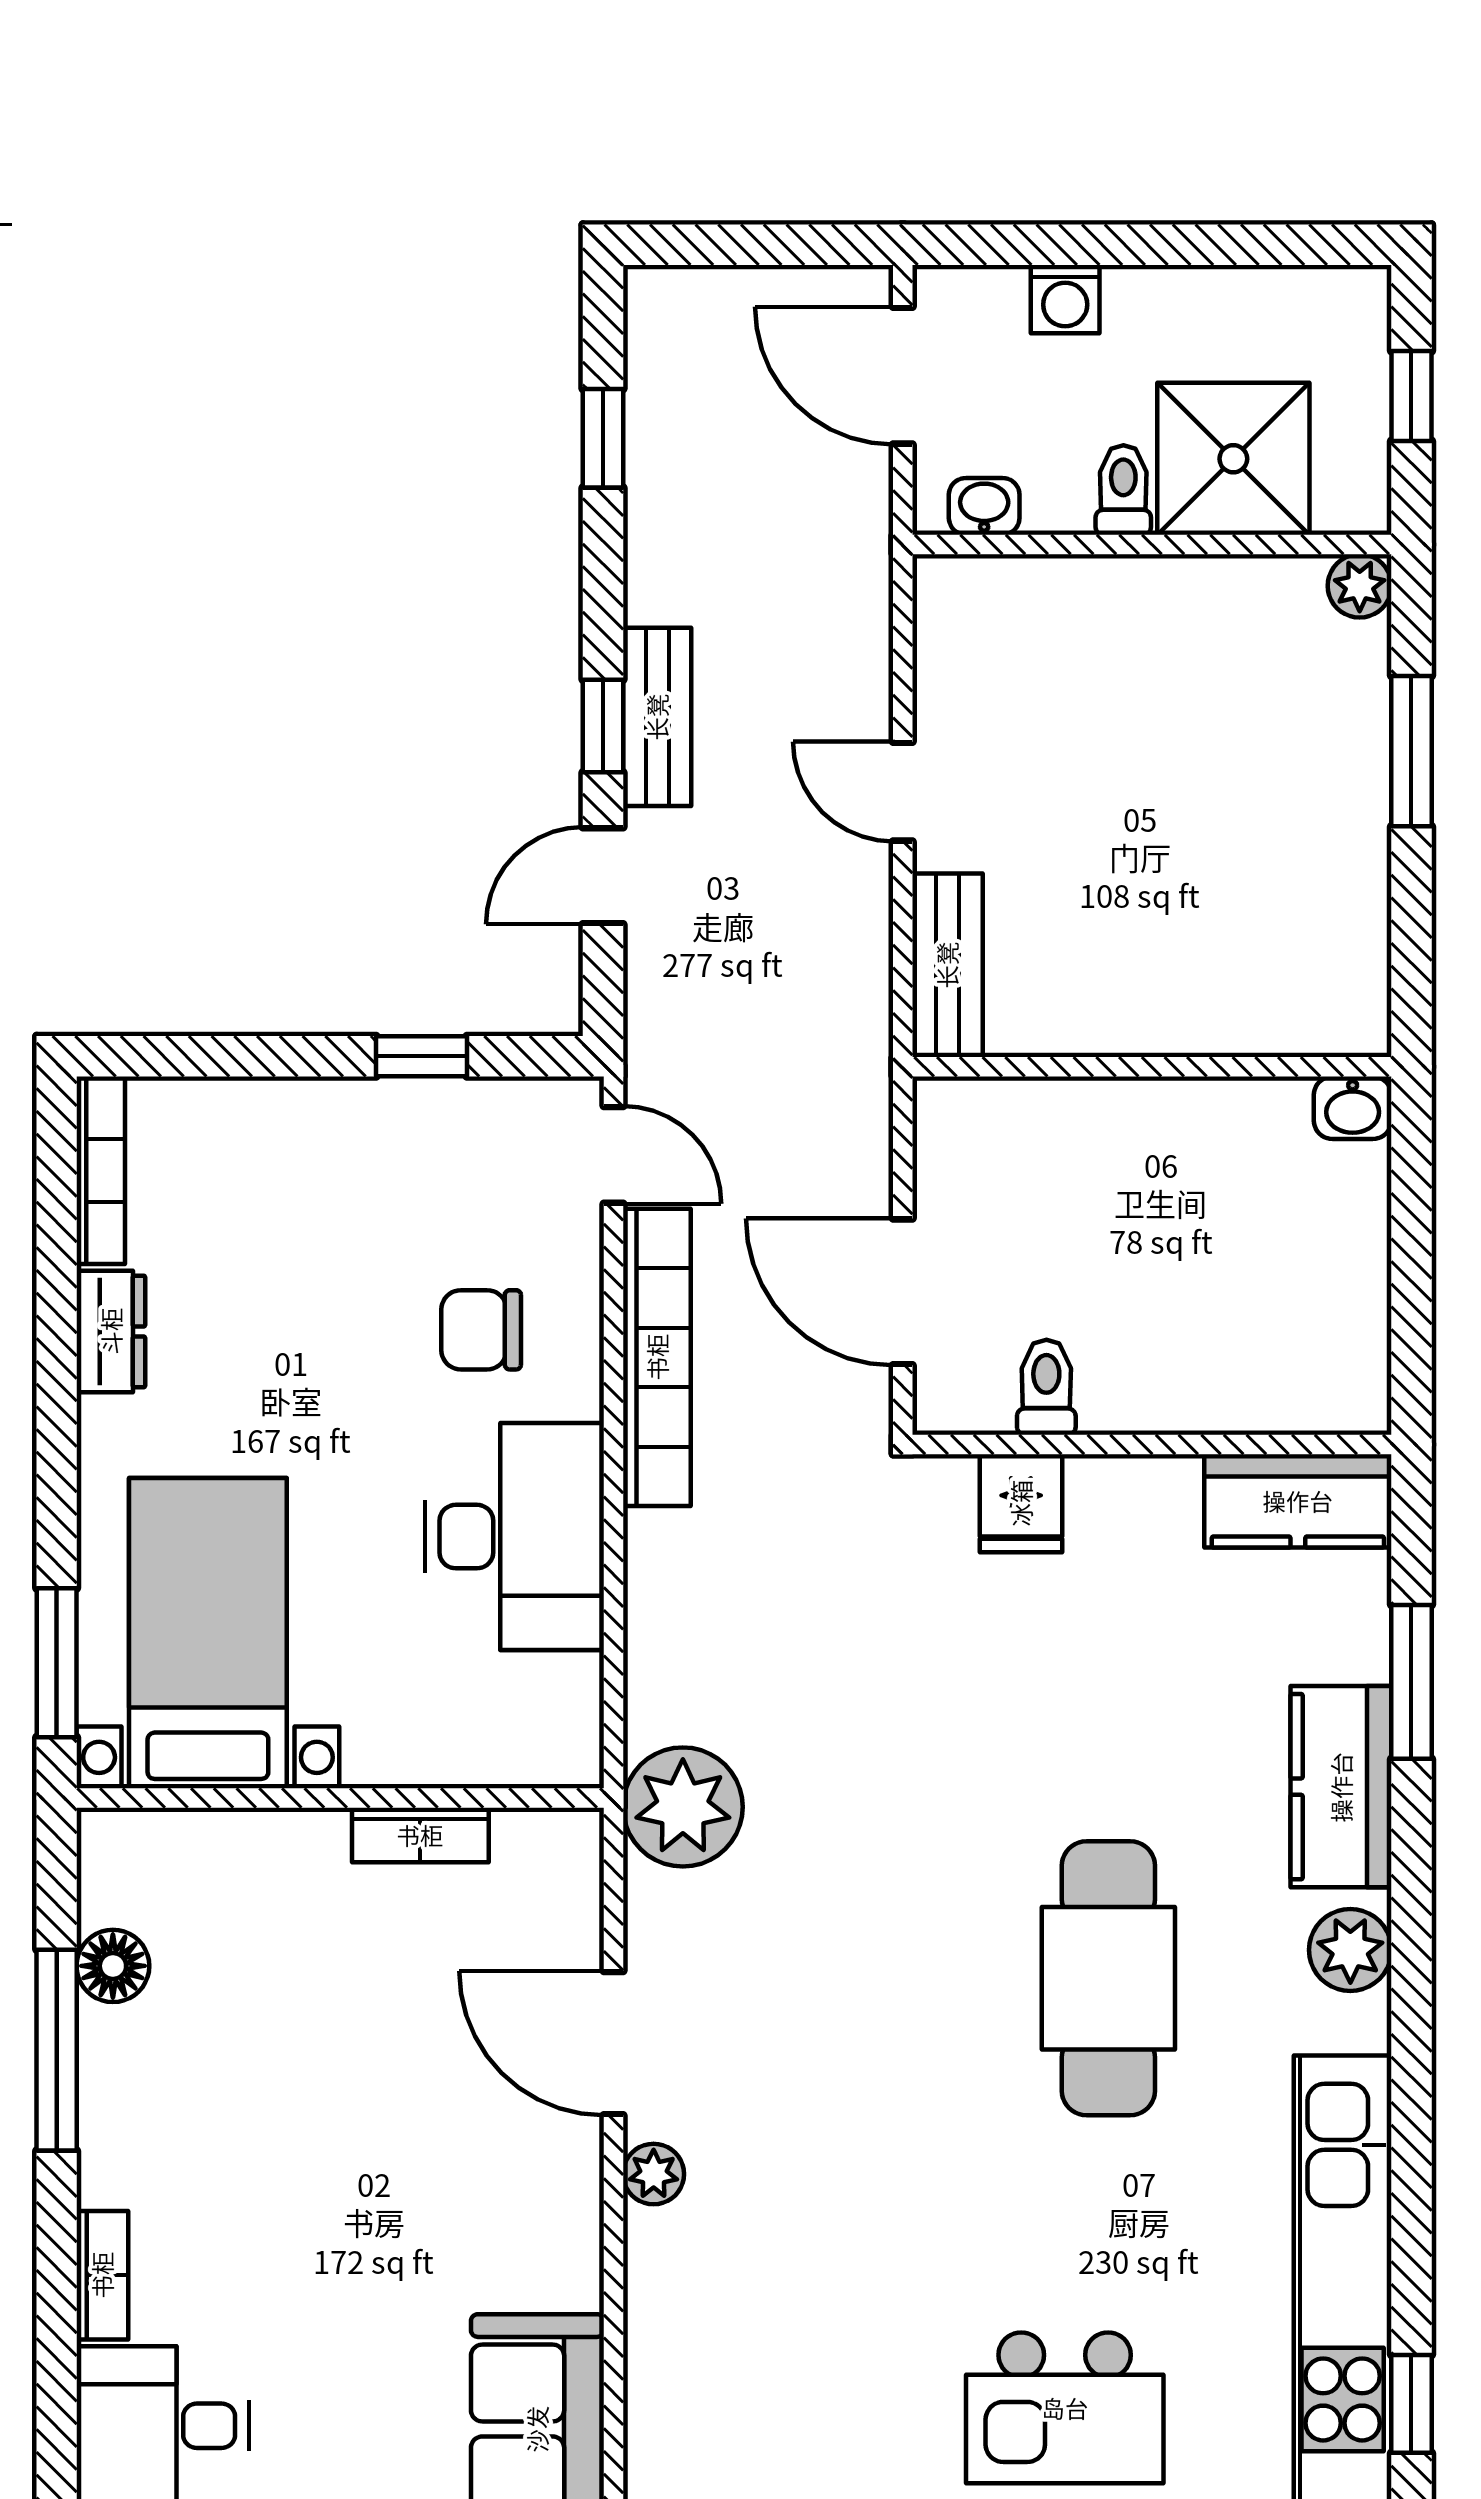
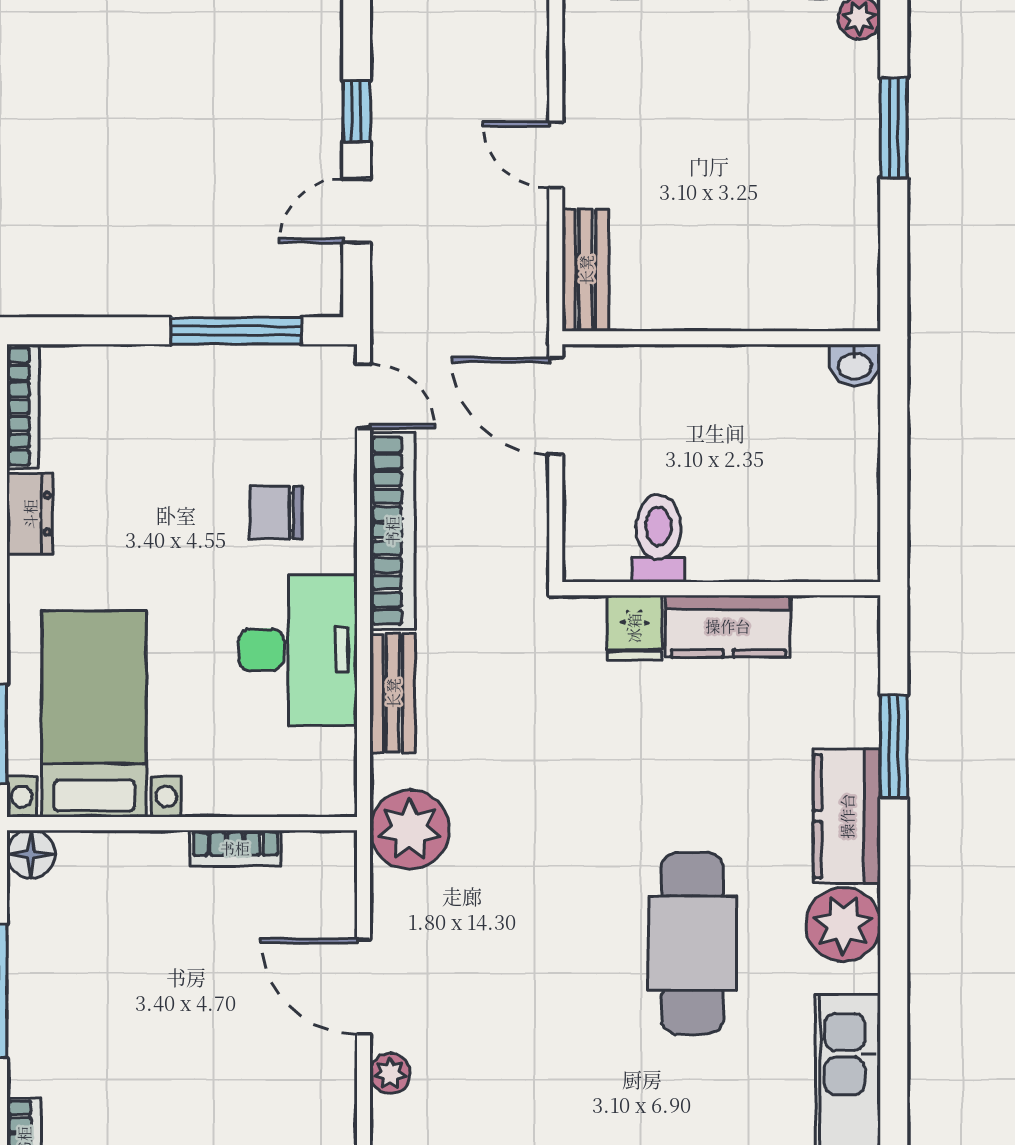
bench: (657, 717) -> (393, 693), moved
window: (422, 1056) -> (236, 331), width x2.17
door: (903, 1292) -> (556, 406), moved
toilet: (1046, 1387) -> (658, 538), width x1.37, depth x1.39
kitchen counter: (1298, 1501) -> (728, 626), moved
plant: (1350, 1950) -> (843, 925), width x1.36, depth x1.36
floor lamp: (113, 1966) -> (31, 854), moved

